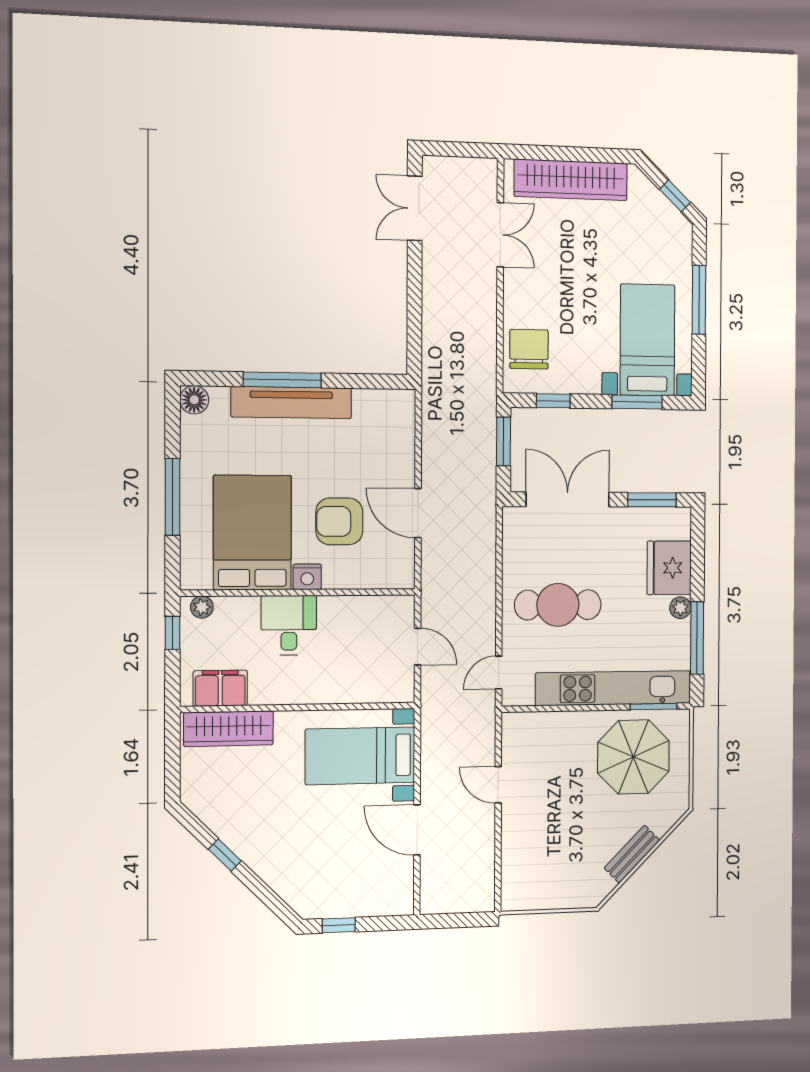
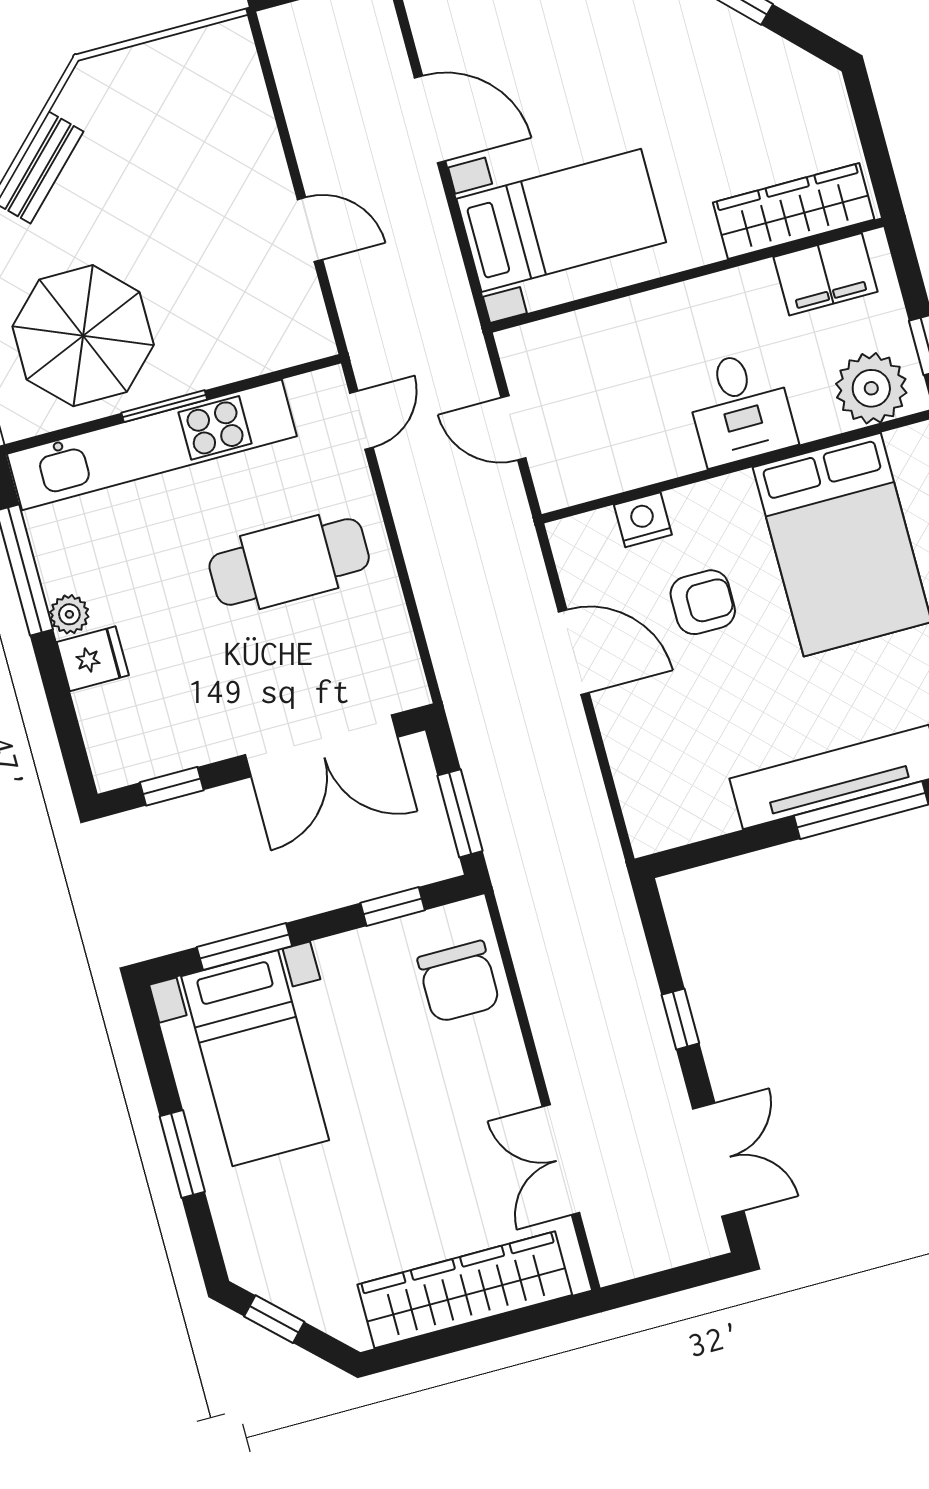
window: (414, 293) -> (680, 1019), added
window: (699, 300) -> (182, 1154), width x0.69
window: (652, 500) -> (172, 786), width x0.67
armchair: (339, 521) -> (703, 602), width x0.72, depth x0.72
fridge: (669, 568) -> (93, 659), width x0.53, depth x0.75
nightstand: (307, 577) -> (643, 520), moved
plant: (202, 607) -> (871, 388), width x1.87, depth x1.87
window: (654, 707) -> (164, 406), moved

